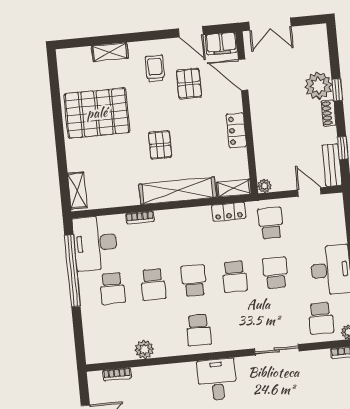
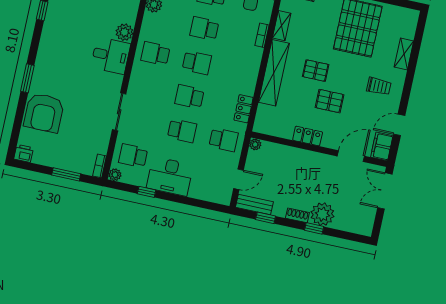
pallet: (189, 84) -> (330, 101), moved
shelving: (234, 188) -> (282, 26), moved
plant: (186, 372) -> (124, 32), added

